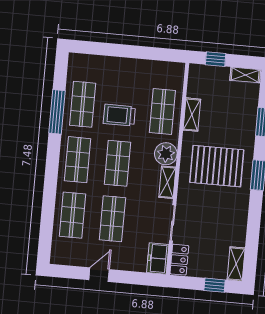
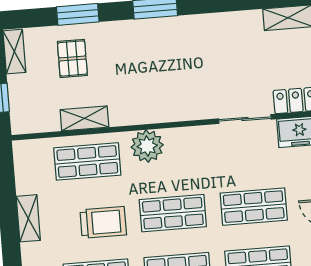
trolley: (119, 115) -> (103, 222), turned -90
pallet: (217, 166) -> (72, 58), moved, width x0.49, depth x0.50
shelving: (167, 182) -> (28, 218), moved, turned 90

